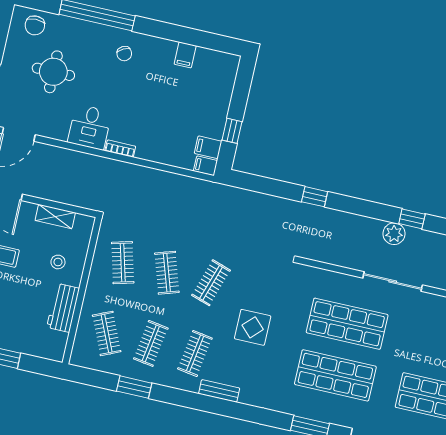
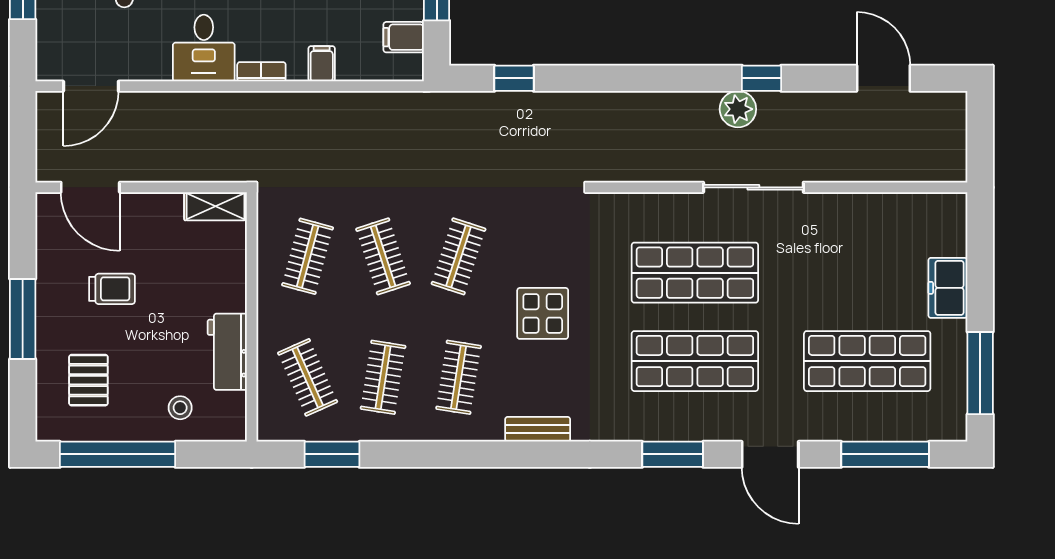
filing cabinet: (205, 166) -> (322, 64), moved, turned 90
window: (315, 197) -> (514, 78), moved
shelving: (55, 216) -> (216, 206), moved
stool: (58, 262) -> (180, 408), moved
clothes rail: (123, 263) -> (308, 256), turned 30
window: (134, 387) -> (332, 454), moved
bench: (219, 391) -> (538, 429), moved

